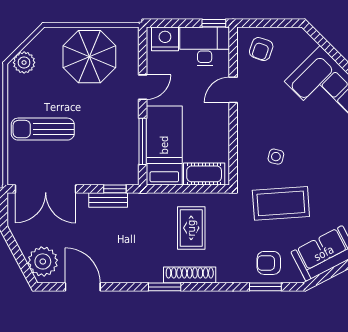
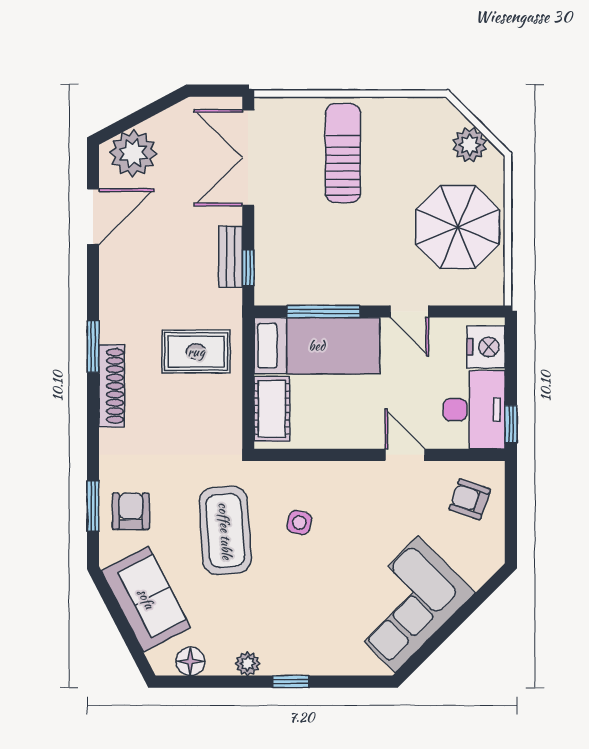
plant: (24, 63) -> (470, 145), moved
rug: (191, 228) -> (196, 352), moved

